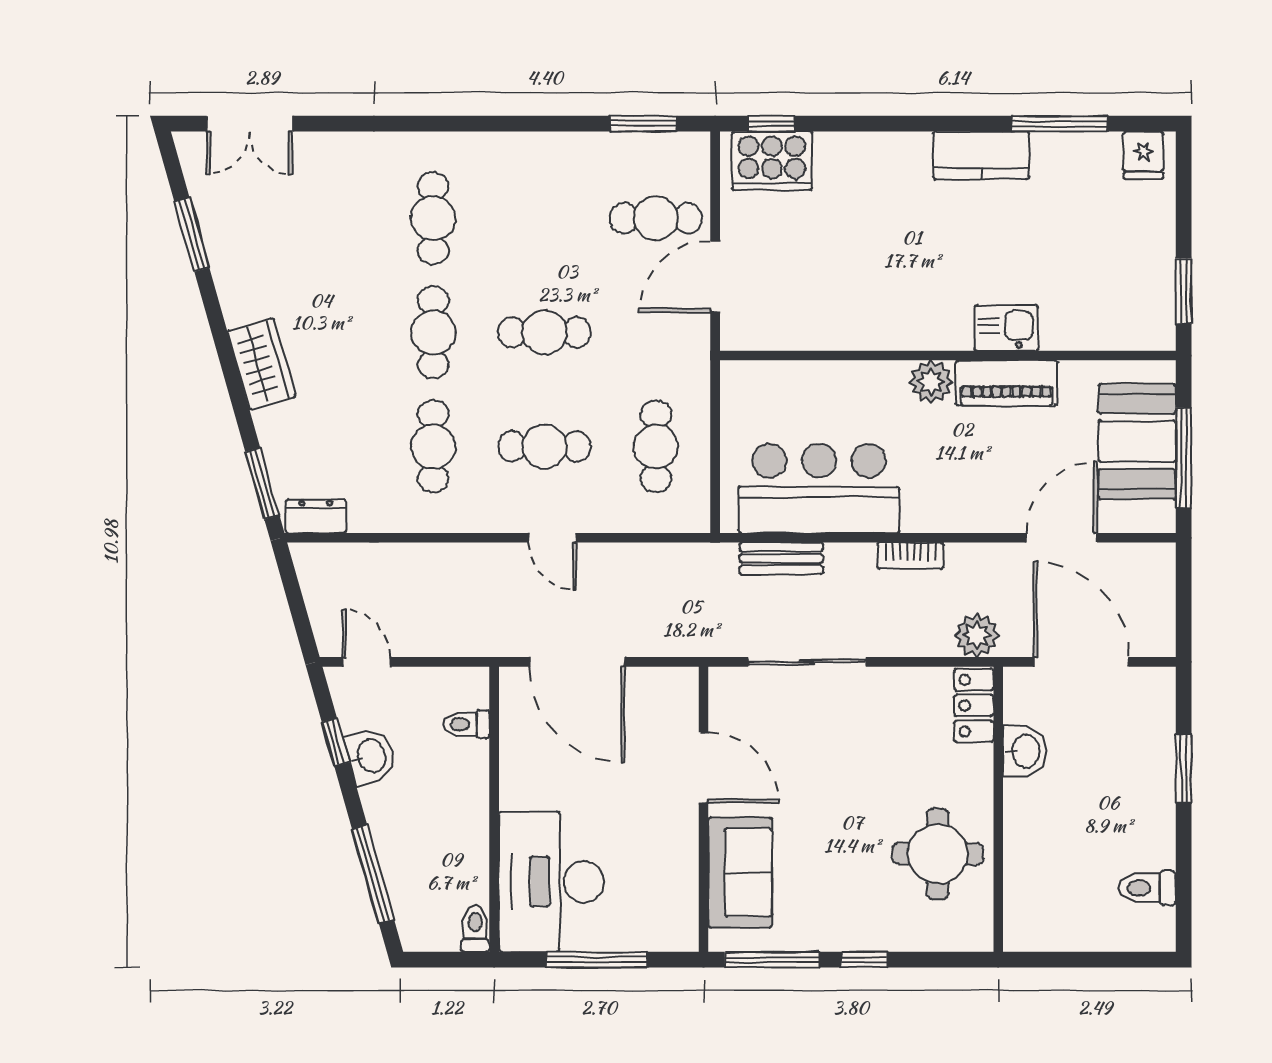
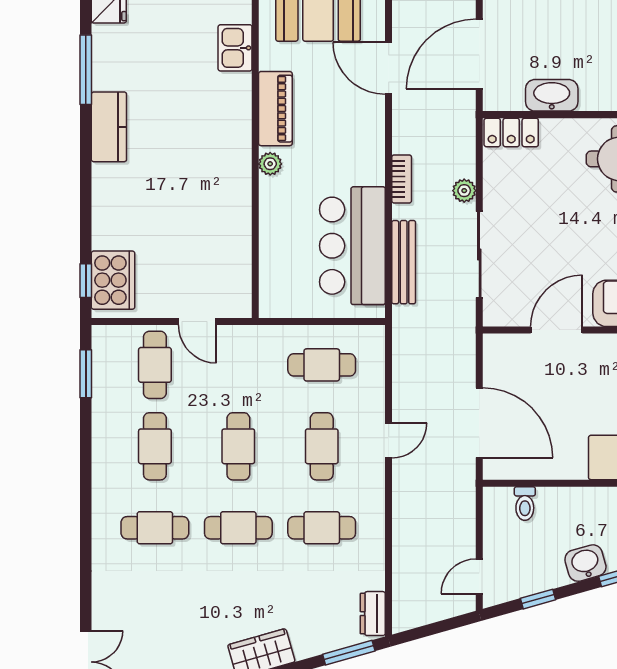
cafe table: (545, 218) -> (155, 446), added
door: (715, 276) -> (197, 322), width x0.73
kitchen sink: (1006, 328) -> (235, 48), moved
plant: (931, 382) -> (270, 164), width x0.73, depth x0.73
bench: (781, 558) -> (404, 262), width x1.36
plant: (977, 635) -> (464, 191), moved, width x0.73, depth x0.73
door: (577, 662) -> (479, 423), hinge flipped
washbasin: (1025, 751) -> (552, 95), width x1.38
washbasin: (370, 756) -> (585, 563), moved

